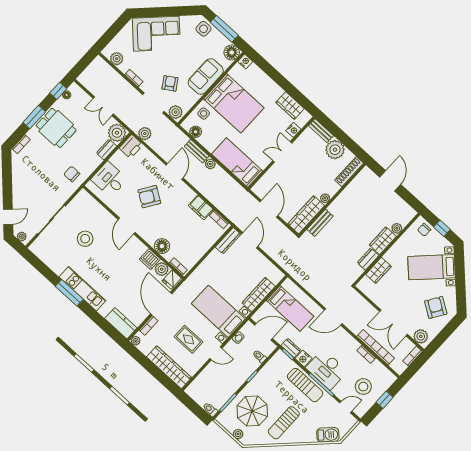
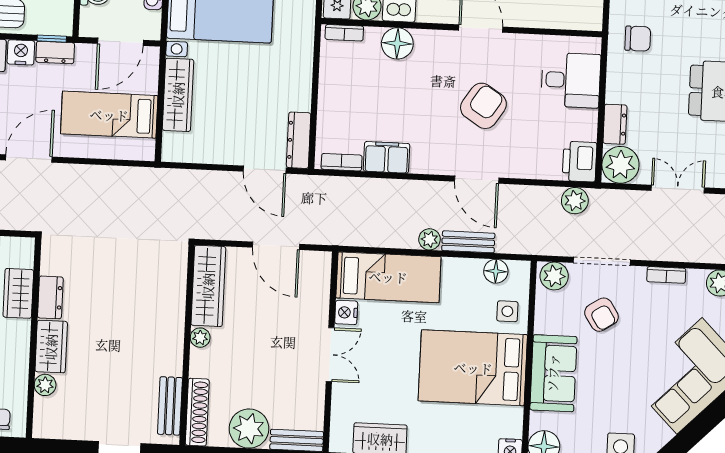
nightstand: (293, 130) -> (346, 312), moved
bench: (320, 223) -> (170, 406), moved

